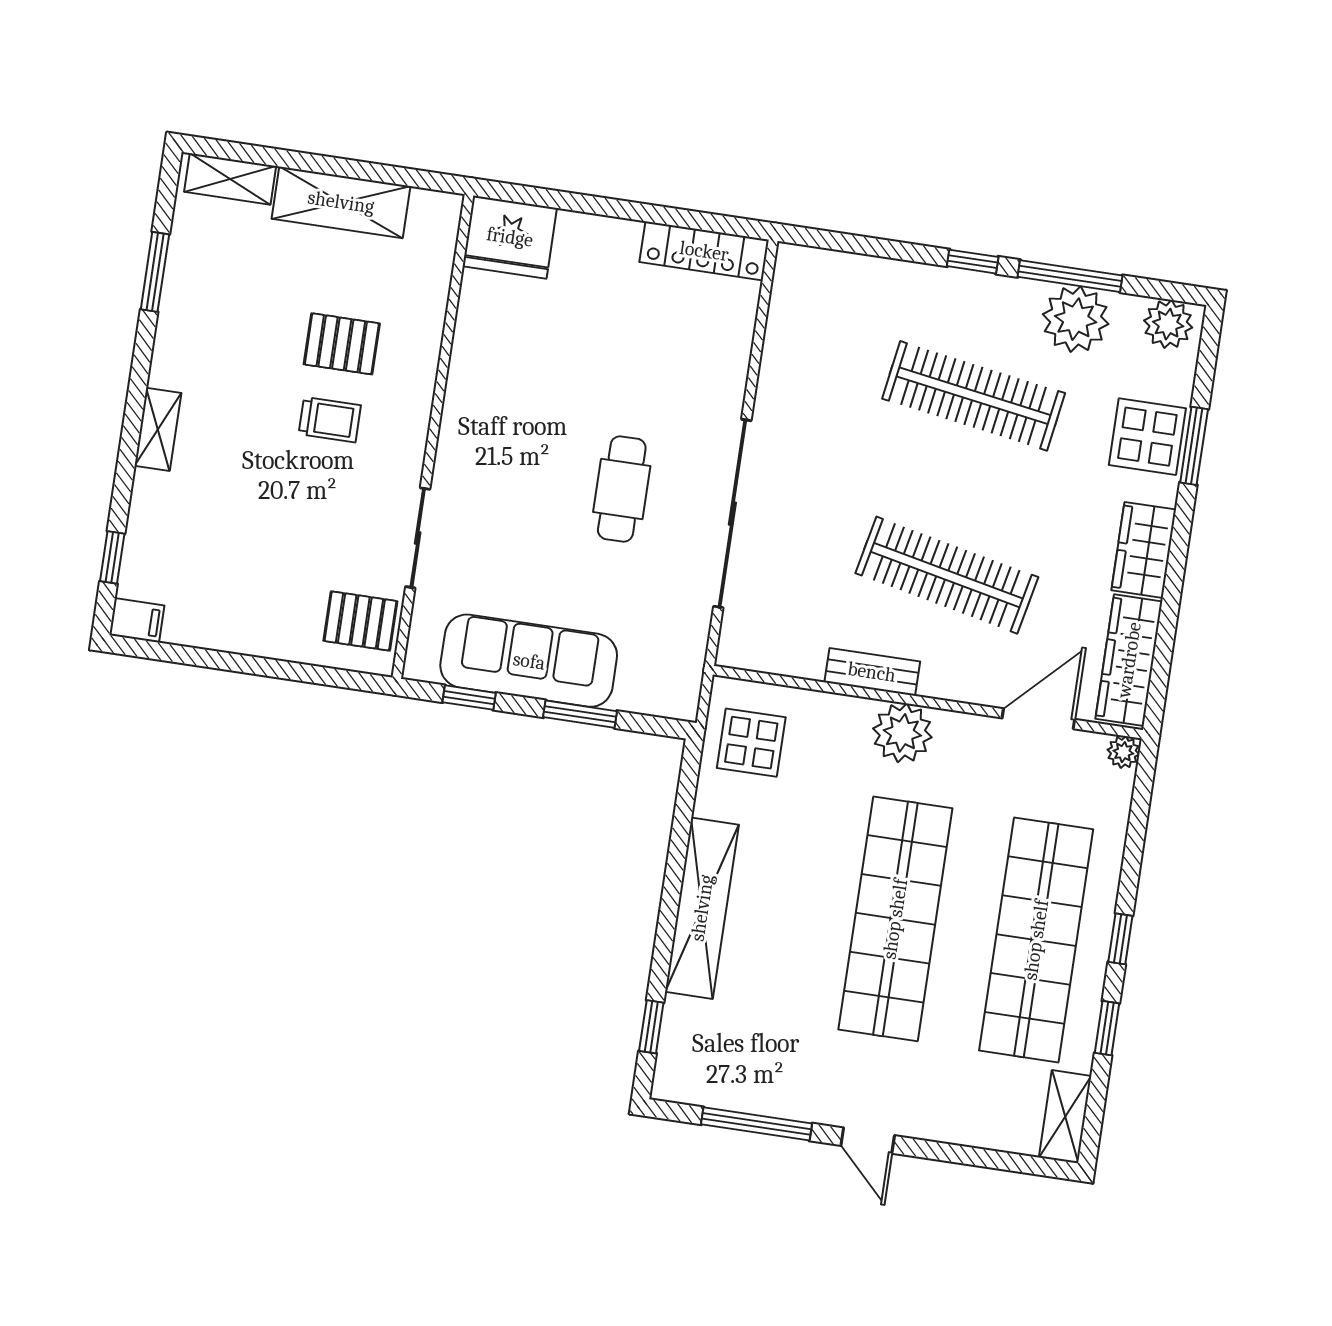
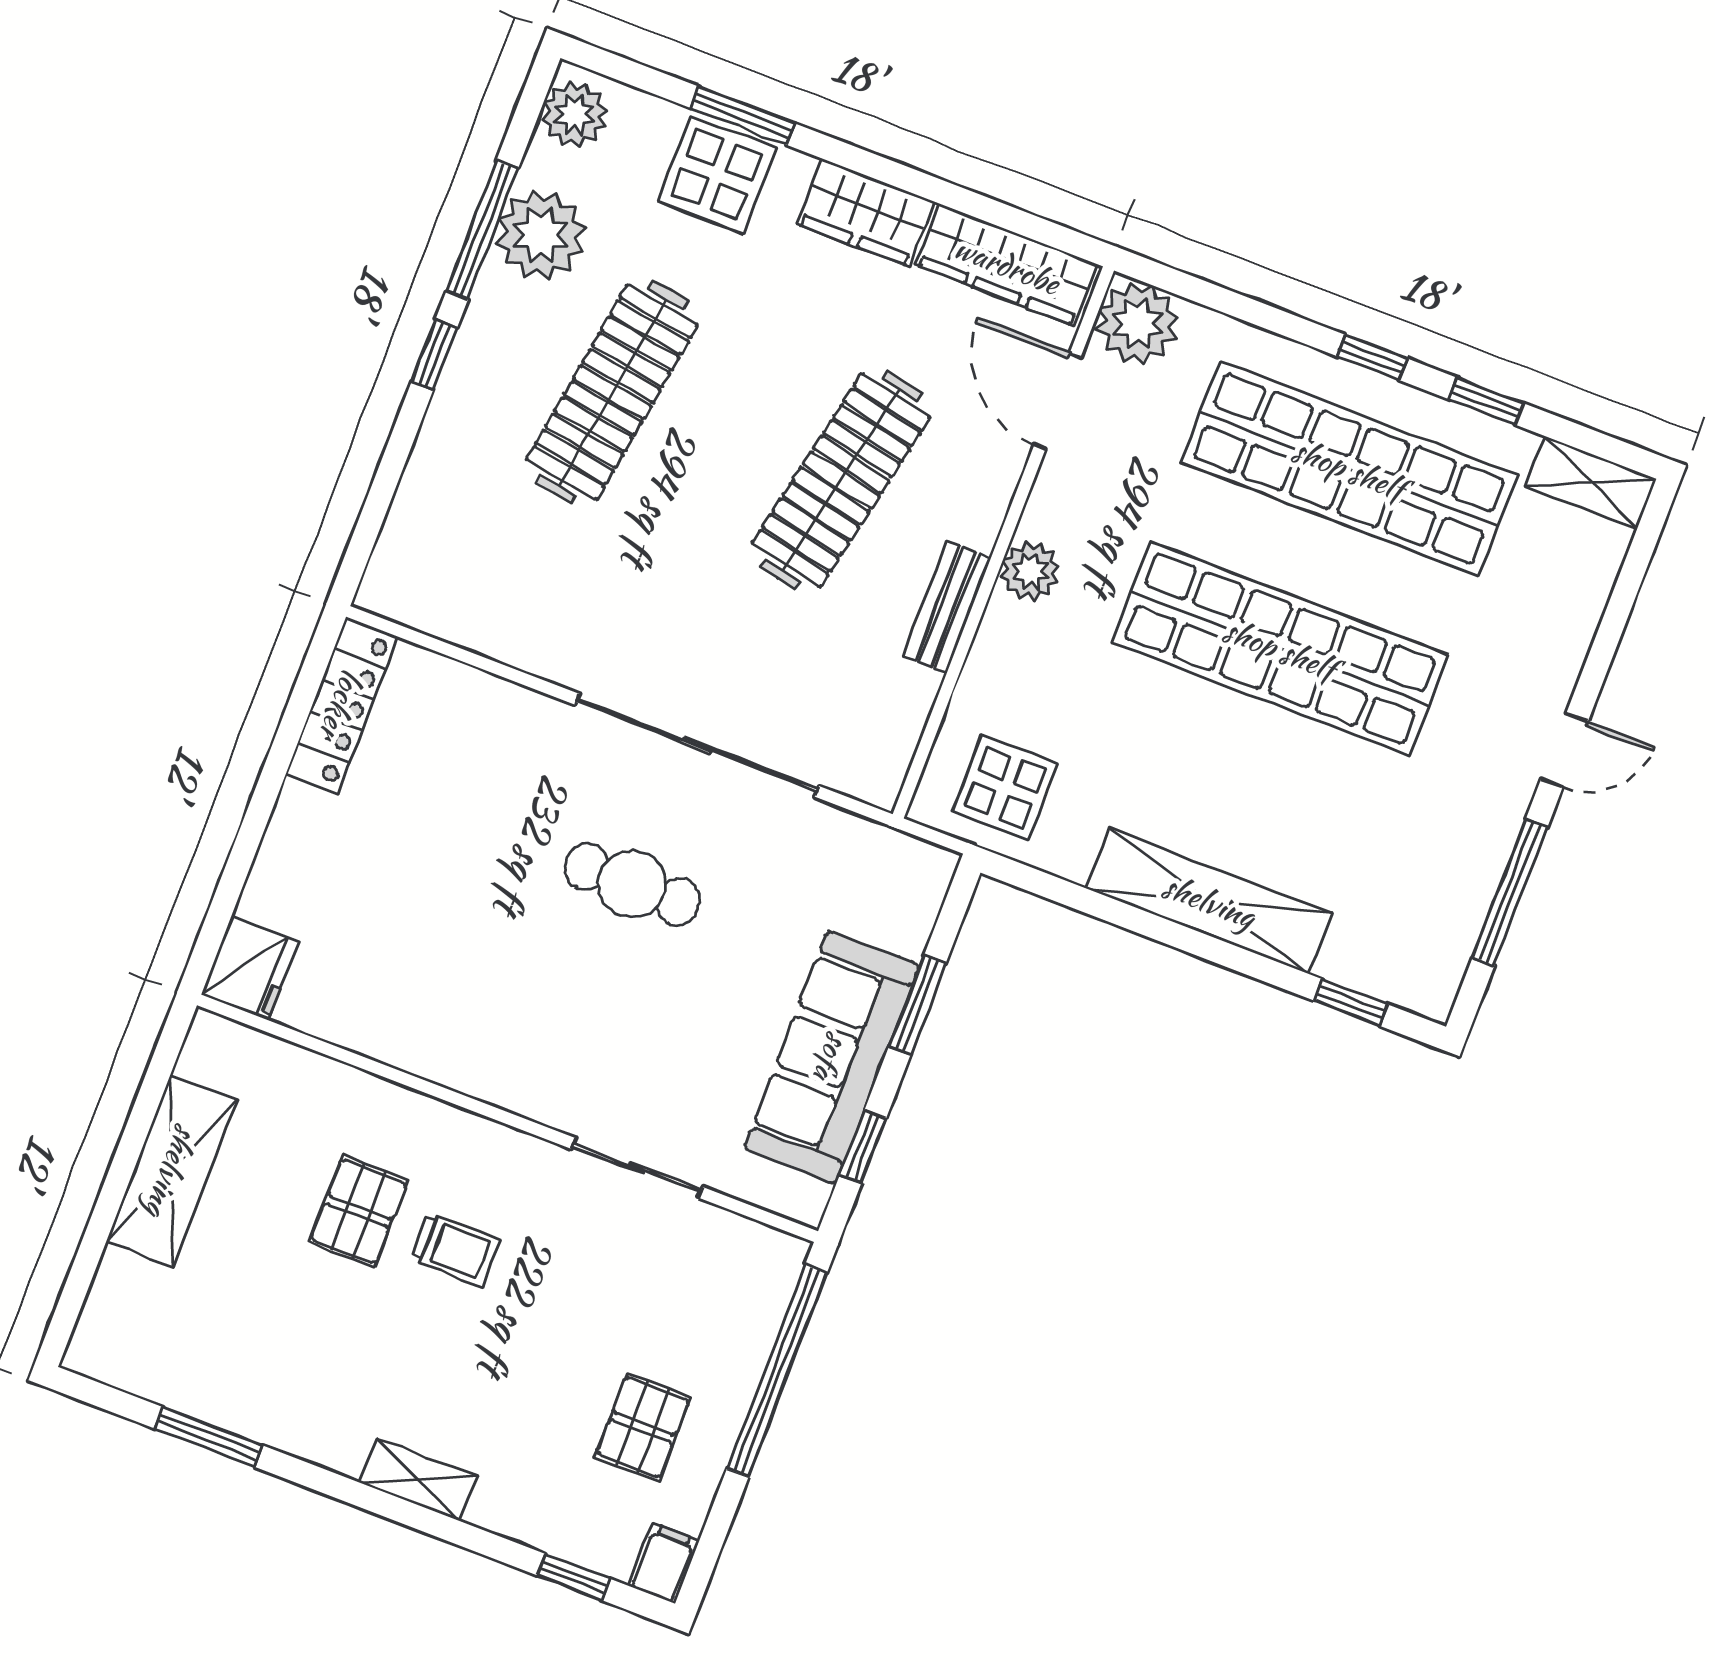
shelving: (230, 179) -> (108, 1311), removed
fridge: (510, 237) -> (250, 968), width x0.73, depth x0.75
trolley: (330, 420) -> (455, 1249), turned 90
pallet: (360, 621) -> (643, 1427), moved
window: (294, 671) -> (777, 1371), added
plant: (902, 733) -> (1030, 571), width x0.73, depth x0.73
plant: (1123, 752) -> (1137, 324), width x1.87, depth x1.87

